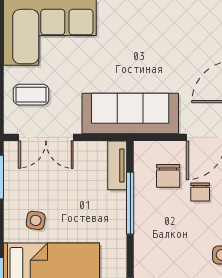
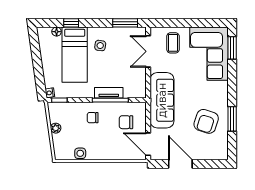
armchair: (167, 37) -> (206, 121), added
tv unit: (117, 165) -> (109, 93), moved
chair: (200, 192) -> (93, 118), moved

